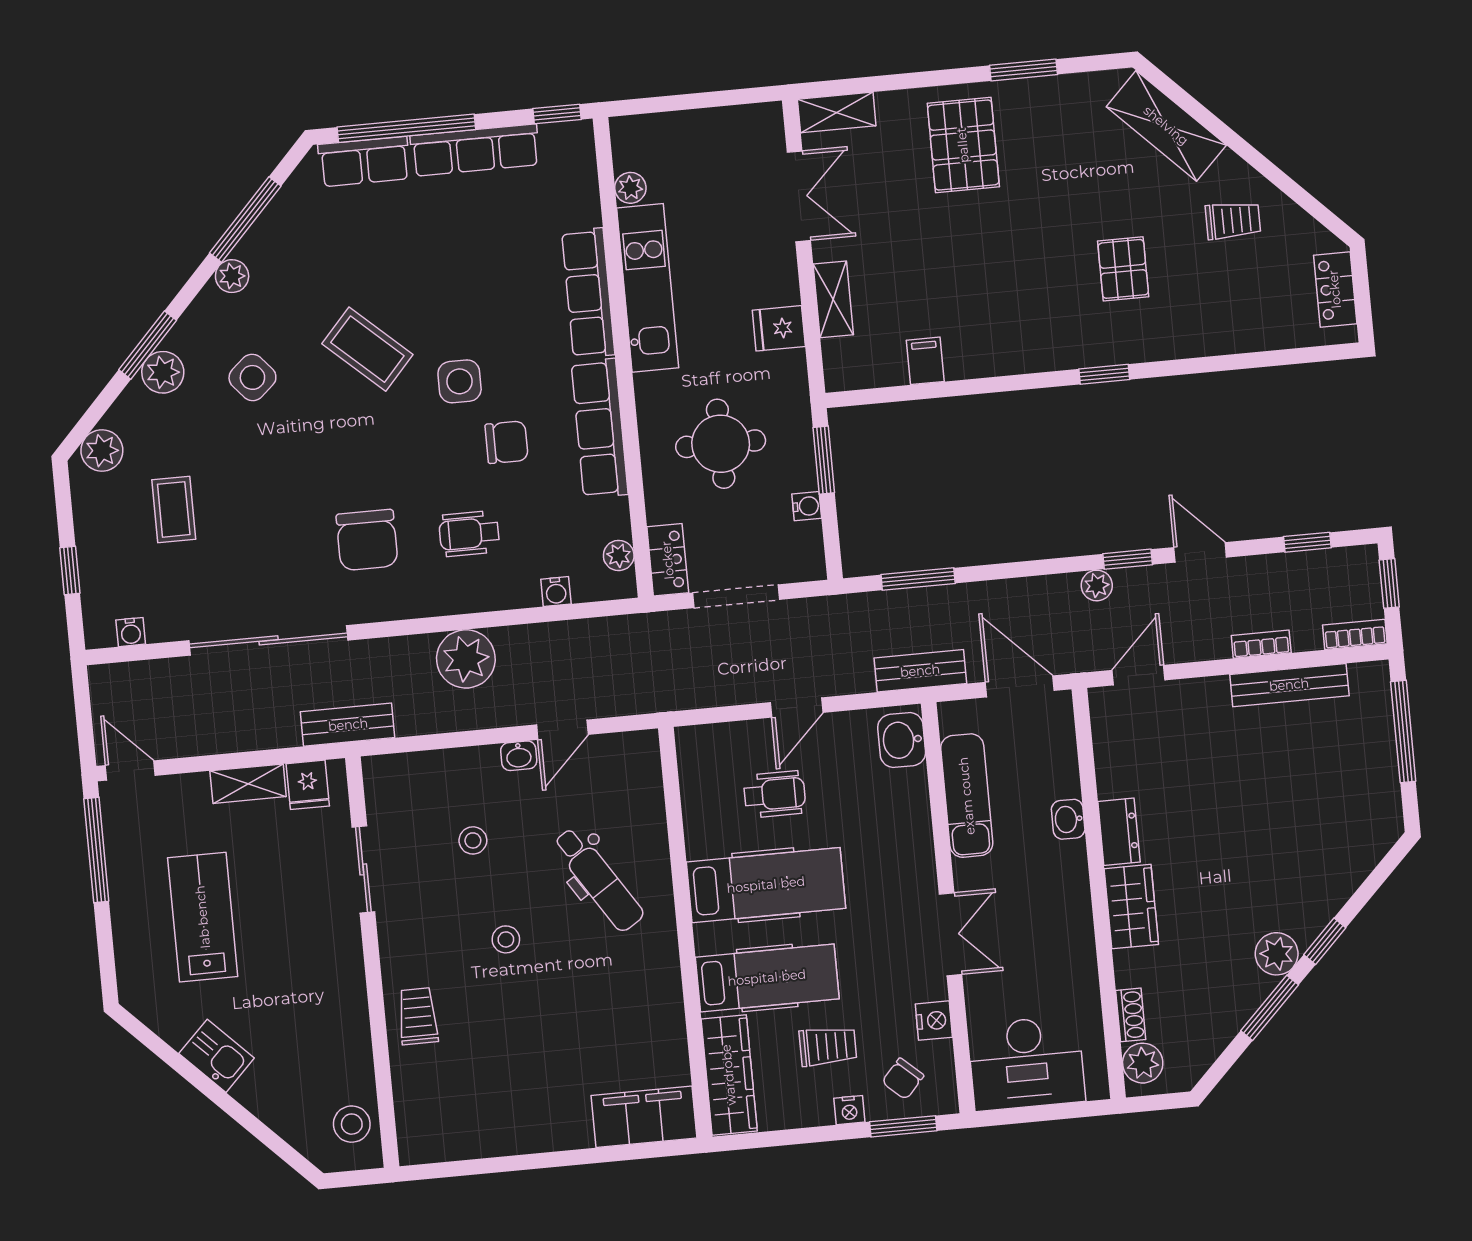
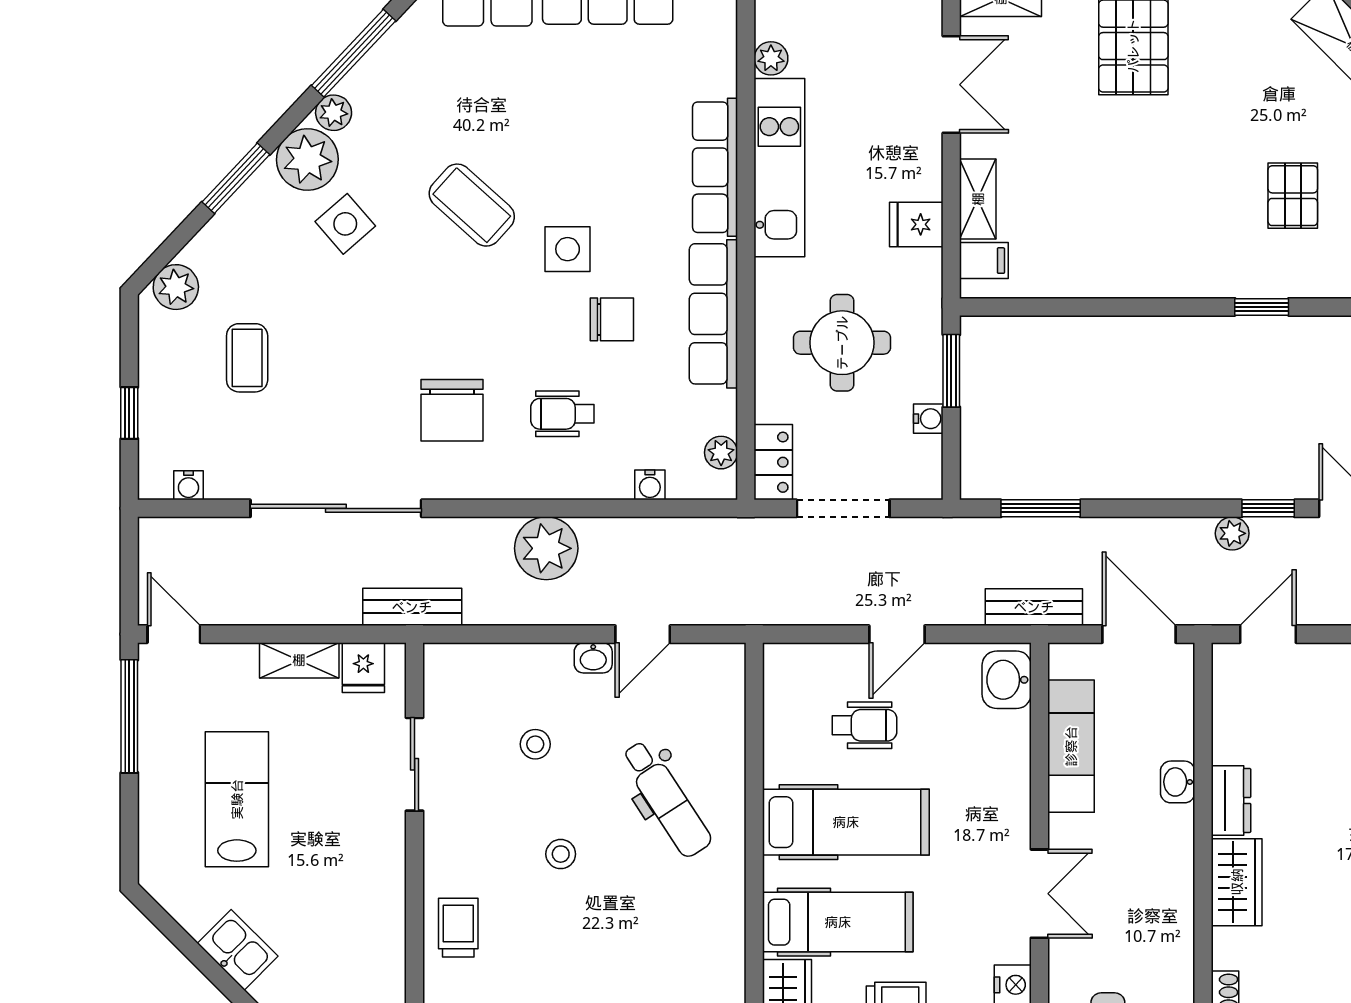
filing cabinet: (925, 361) -> (984, 261), moved, turned 90
plant: (163, 372) -> (307, 160), moved, width x1.36, depth x1.36

